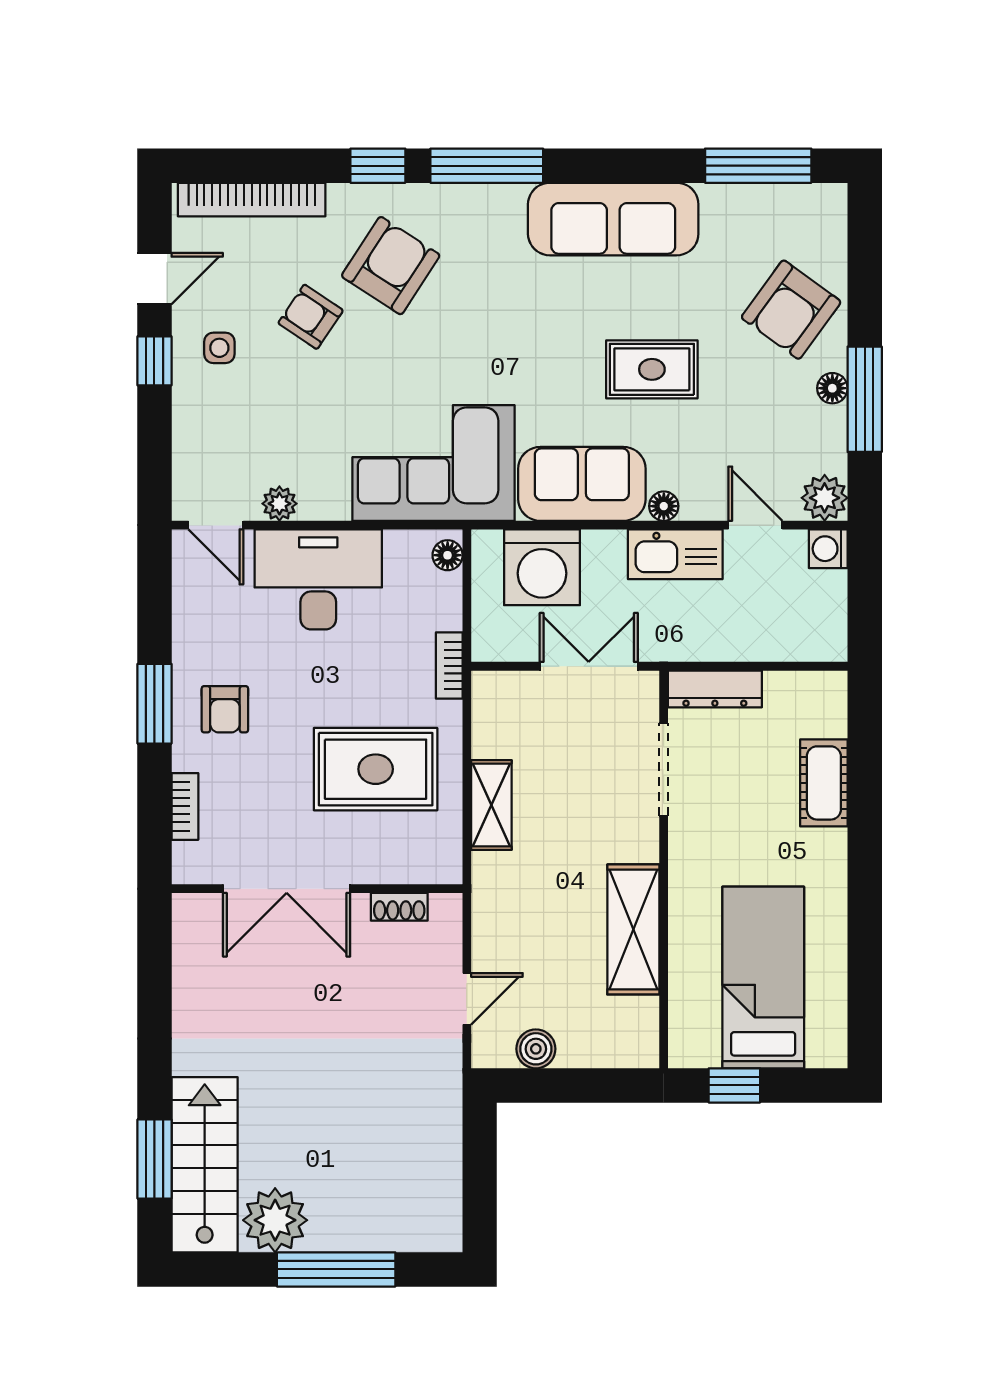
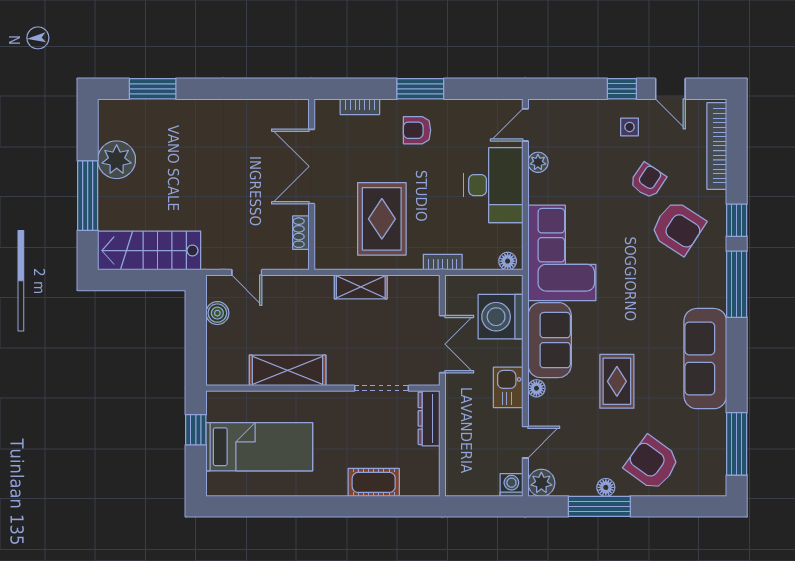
kitchen sink: (675, 554) -> (508, 387), width x0.73
stairs: (205, 1165) -> (149, 251), moved, turned 180

